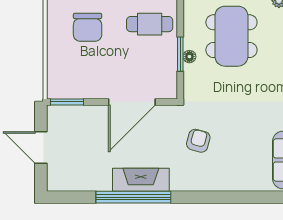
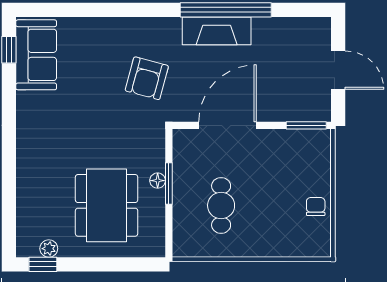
cafe table: (150, 24) -> (221, 205), moved, turned 90
chair: (88, 27) -> (316, 206), moved, width x0.54, depth x0.54
armchair: (198, 141) -> (147, 78), width x1.38, depth x1.38

